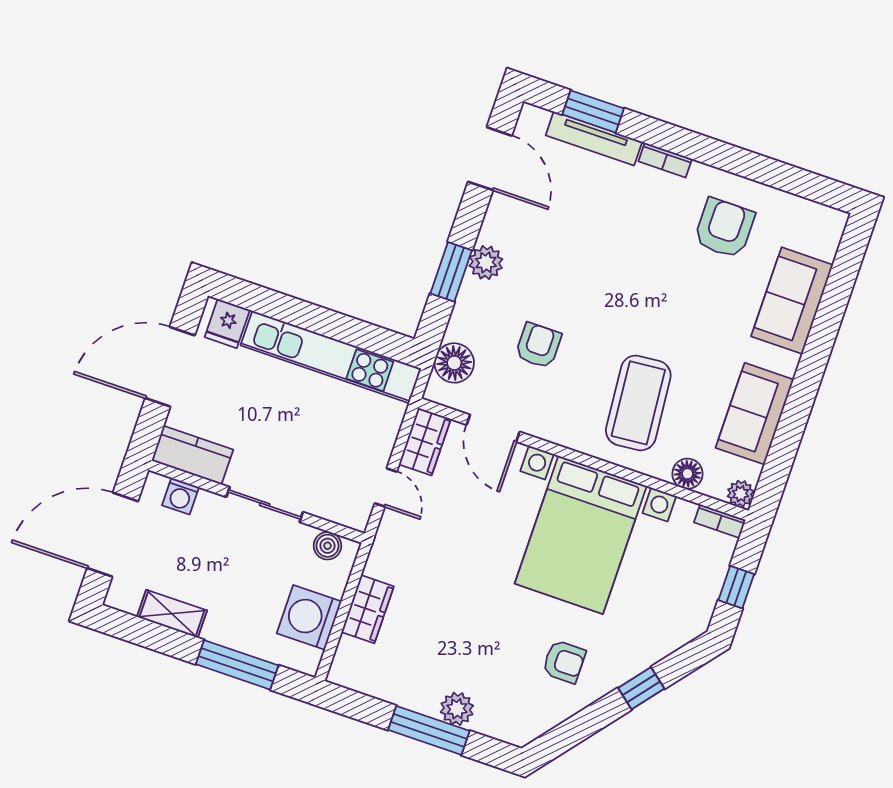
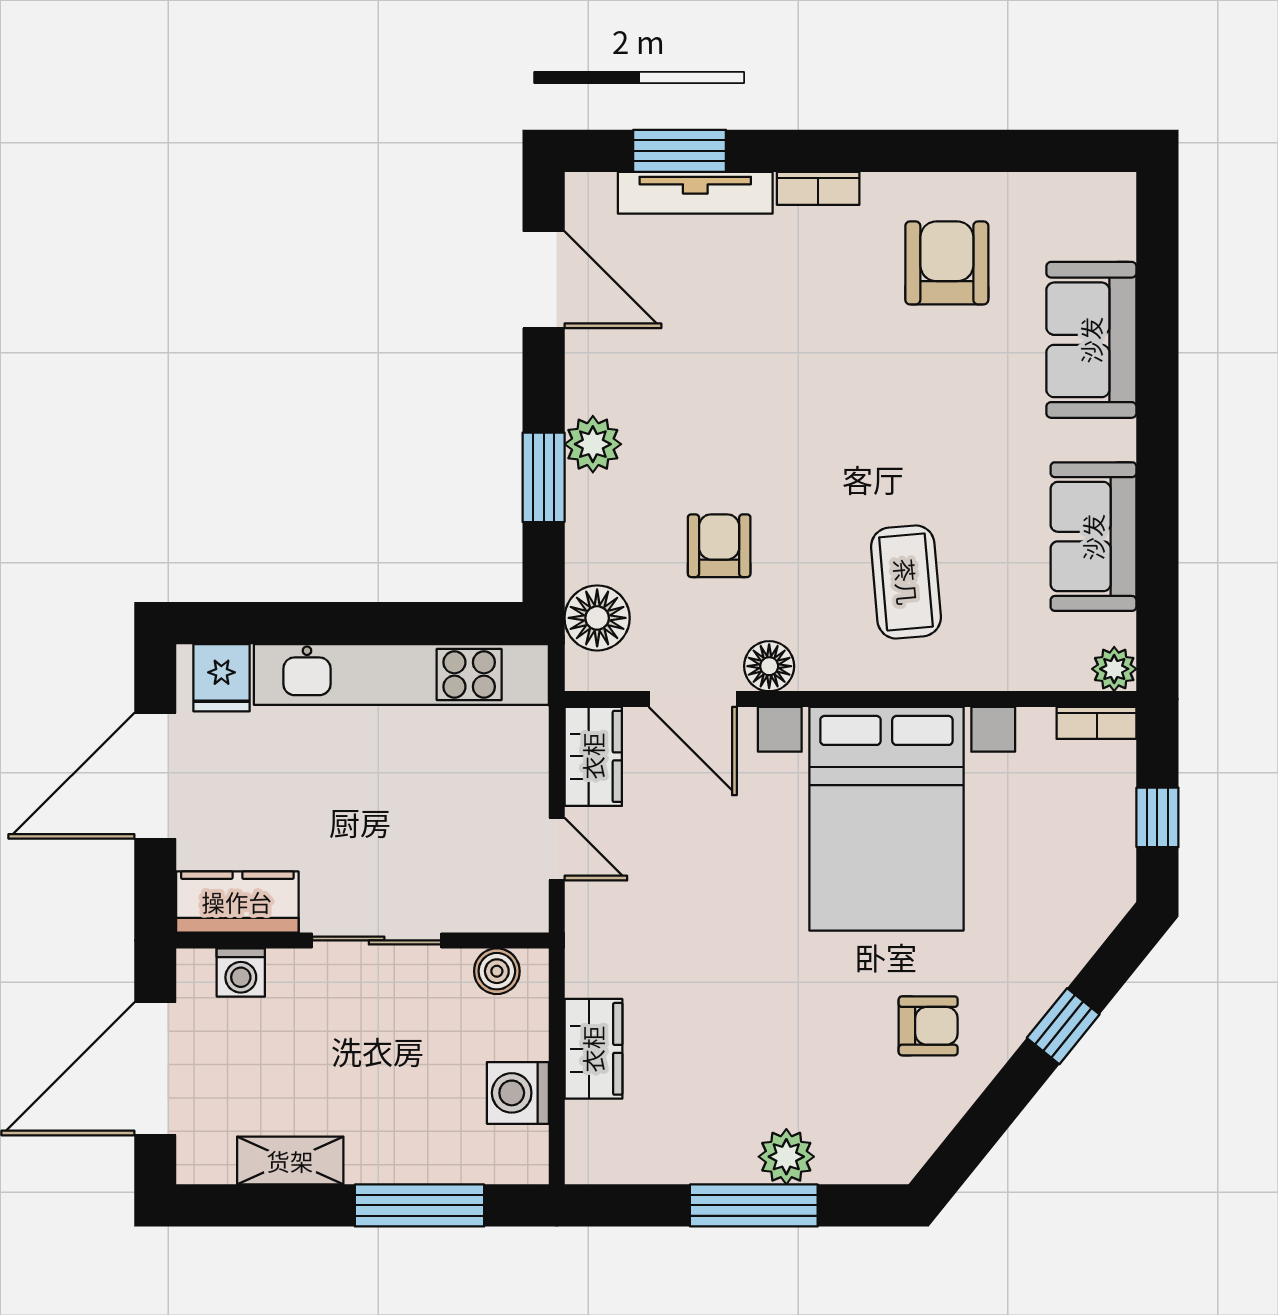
coffee table: (638, 403) -> (906, 582), width x0.73, depth x0.76
floor lamp: (687, 474) -> (769, 666), moved
washing machine: (309, 617) -> (518, 1093), width x0.73, depth x0.73

